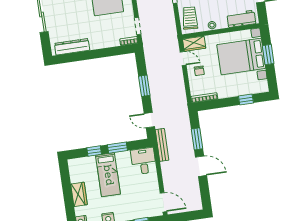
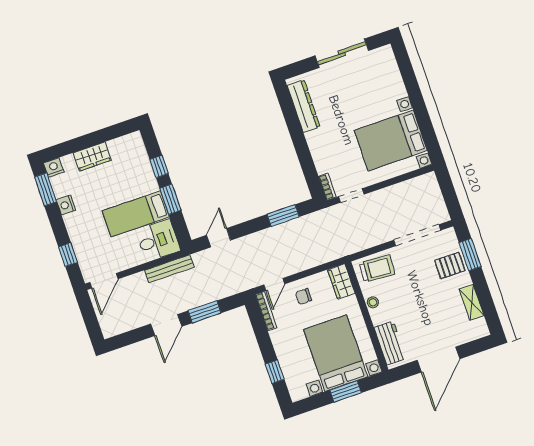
door: (183, 59) -> (274, 284), moved
window: (144, 86) -> (283, 216), moved
bench: (162, 145) -> (169, 269), moved
bed: (108, 175) -> (136, 214), moved

